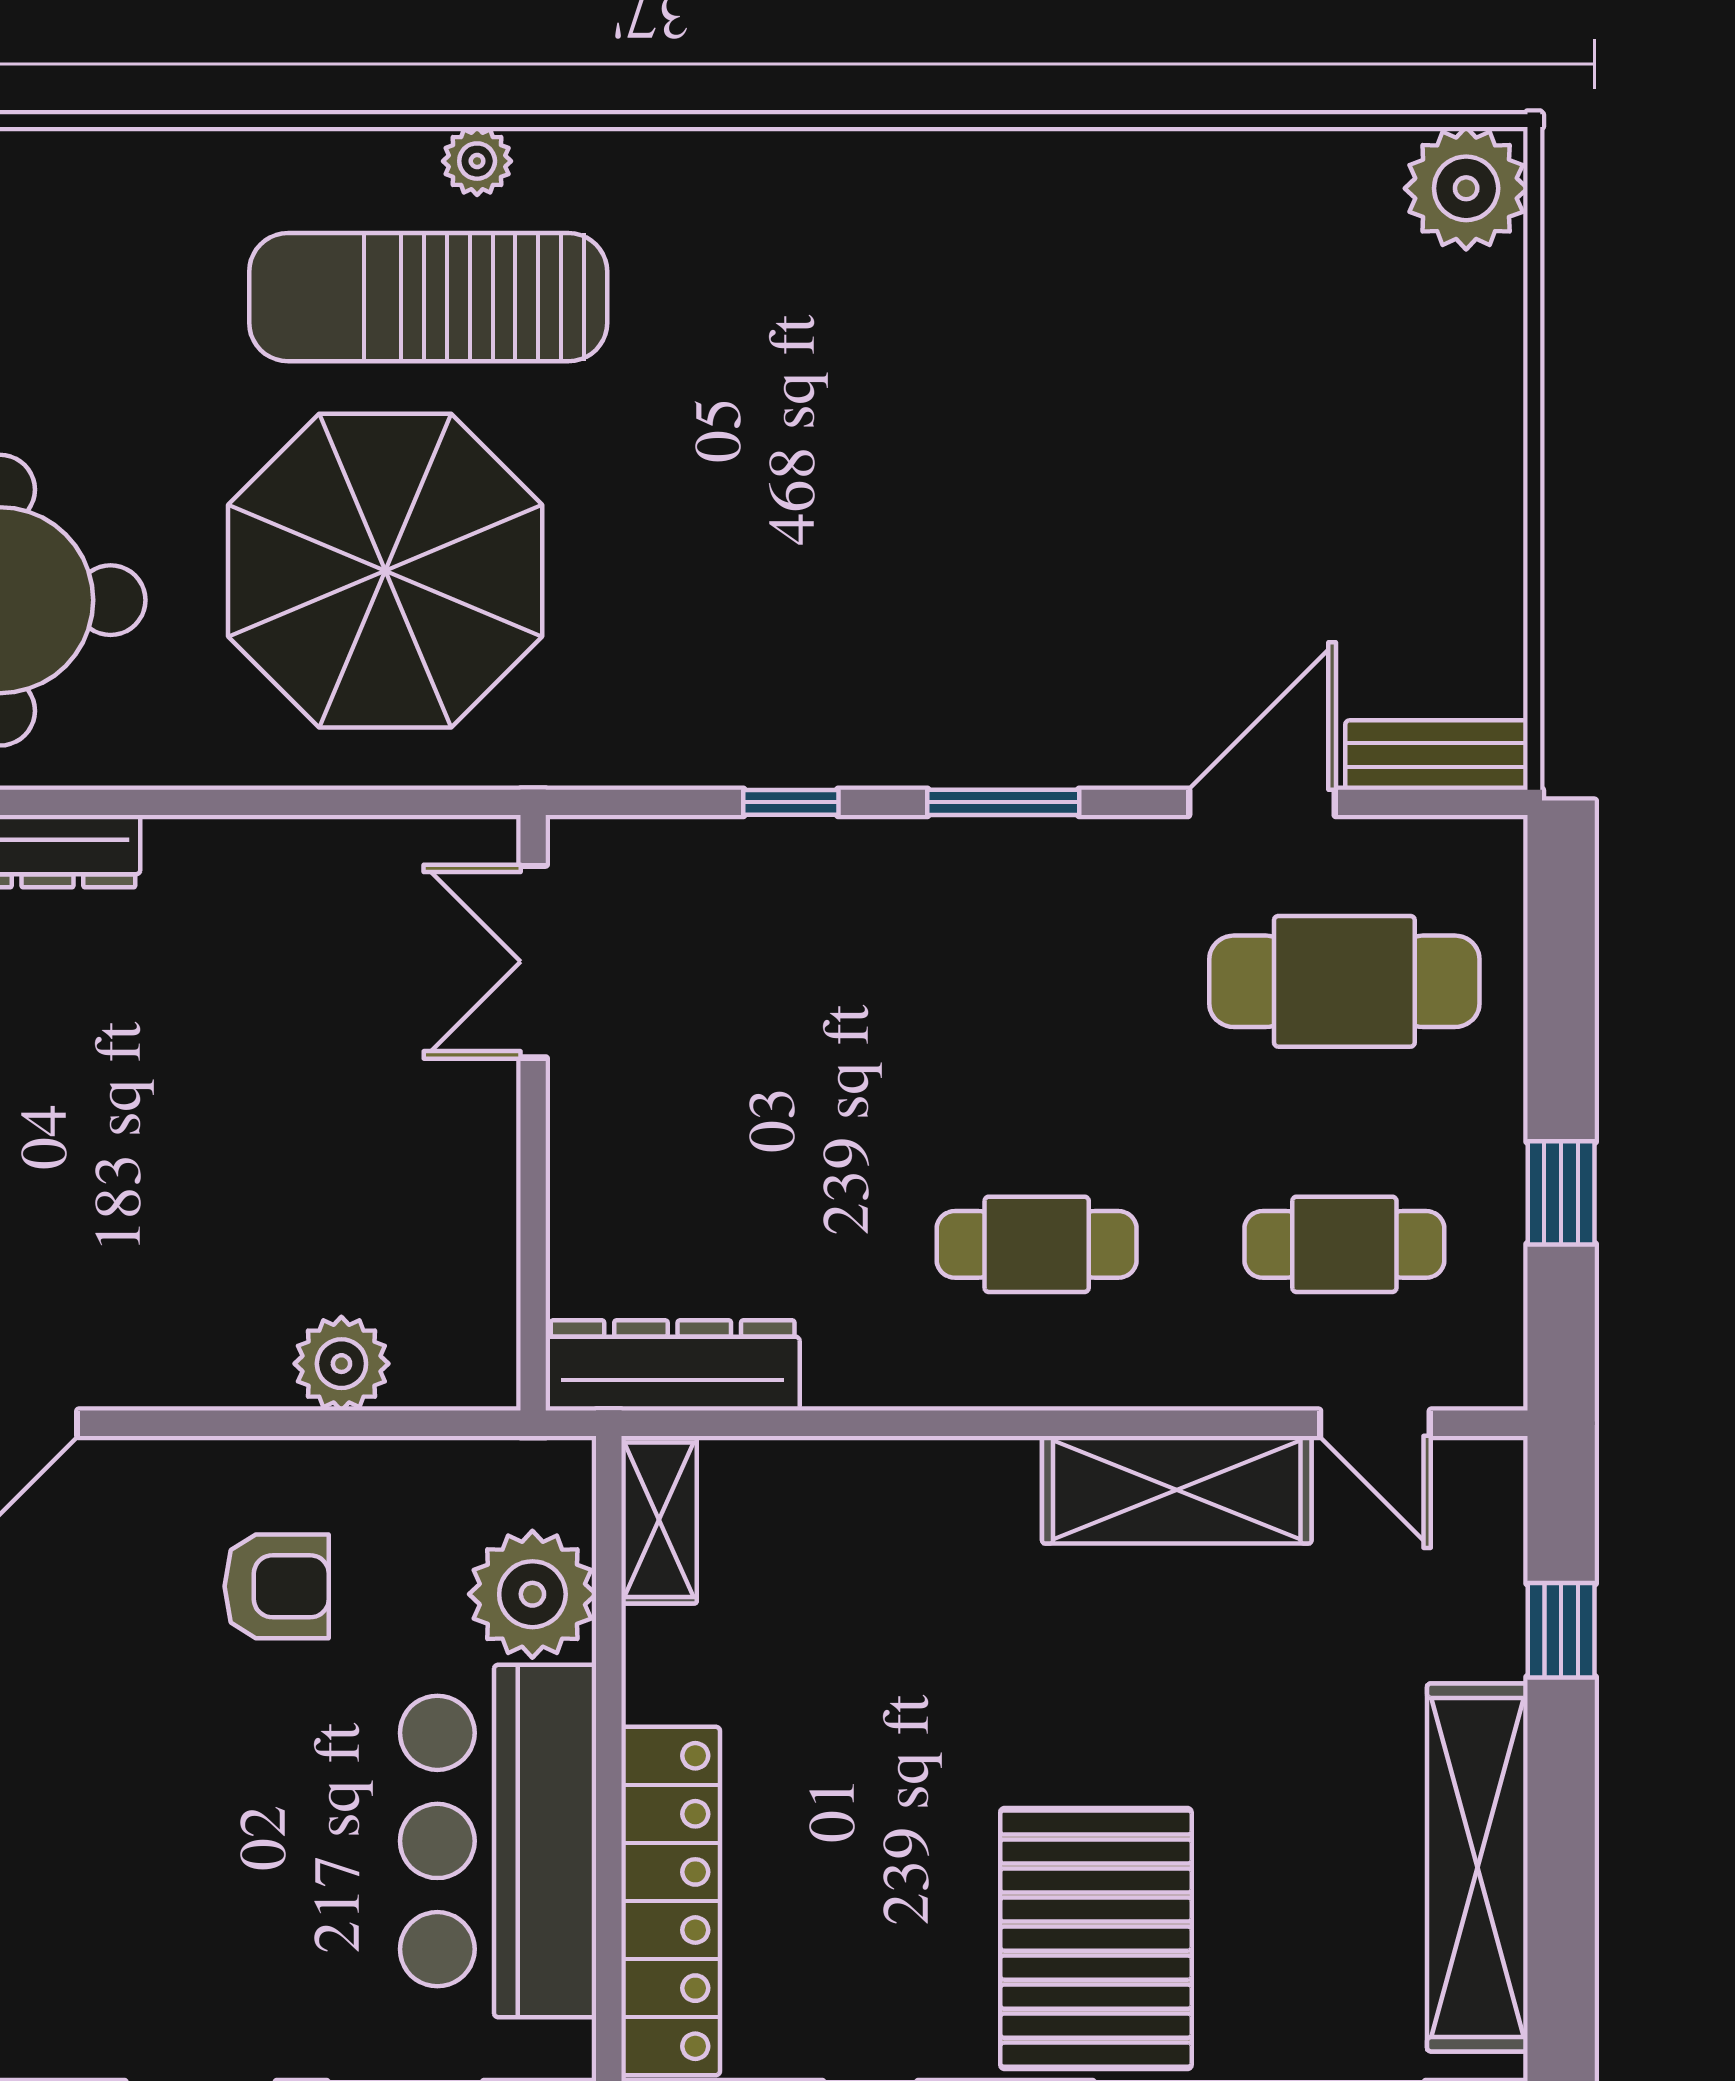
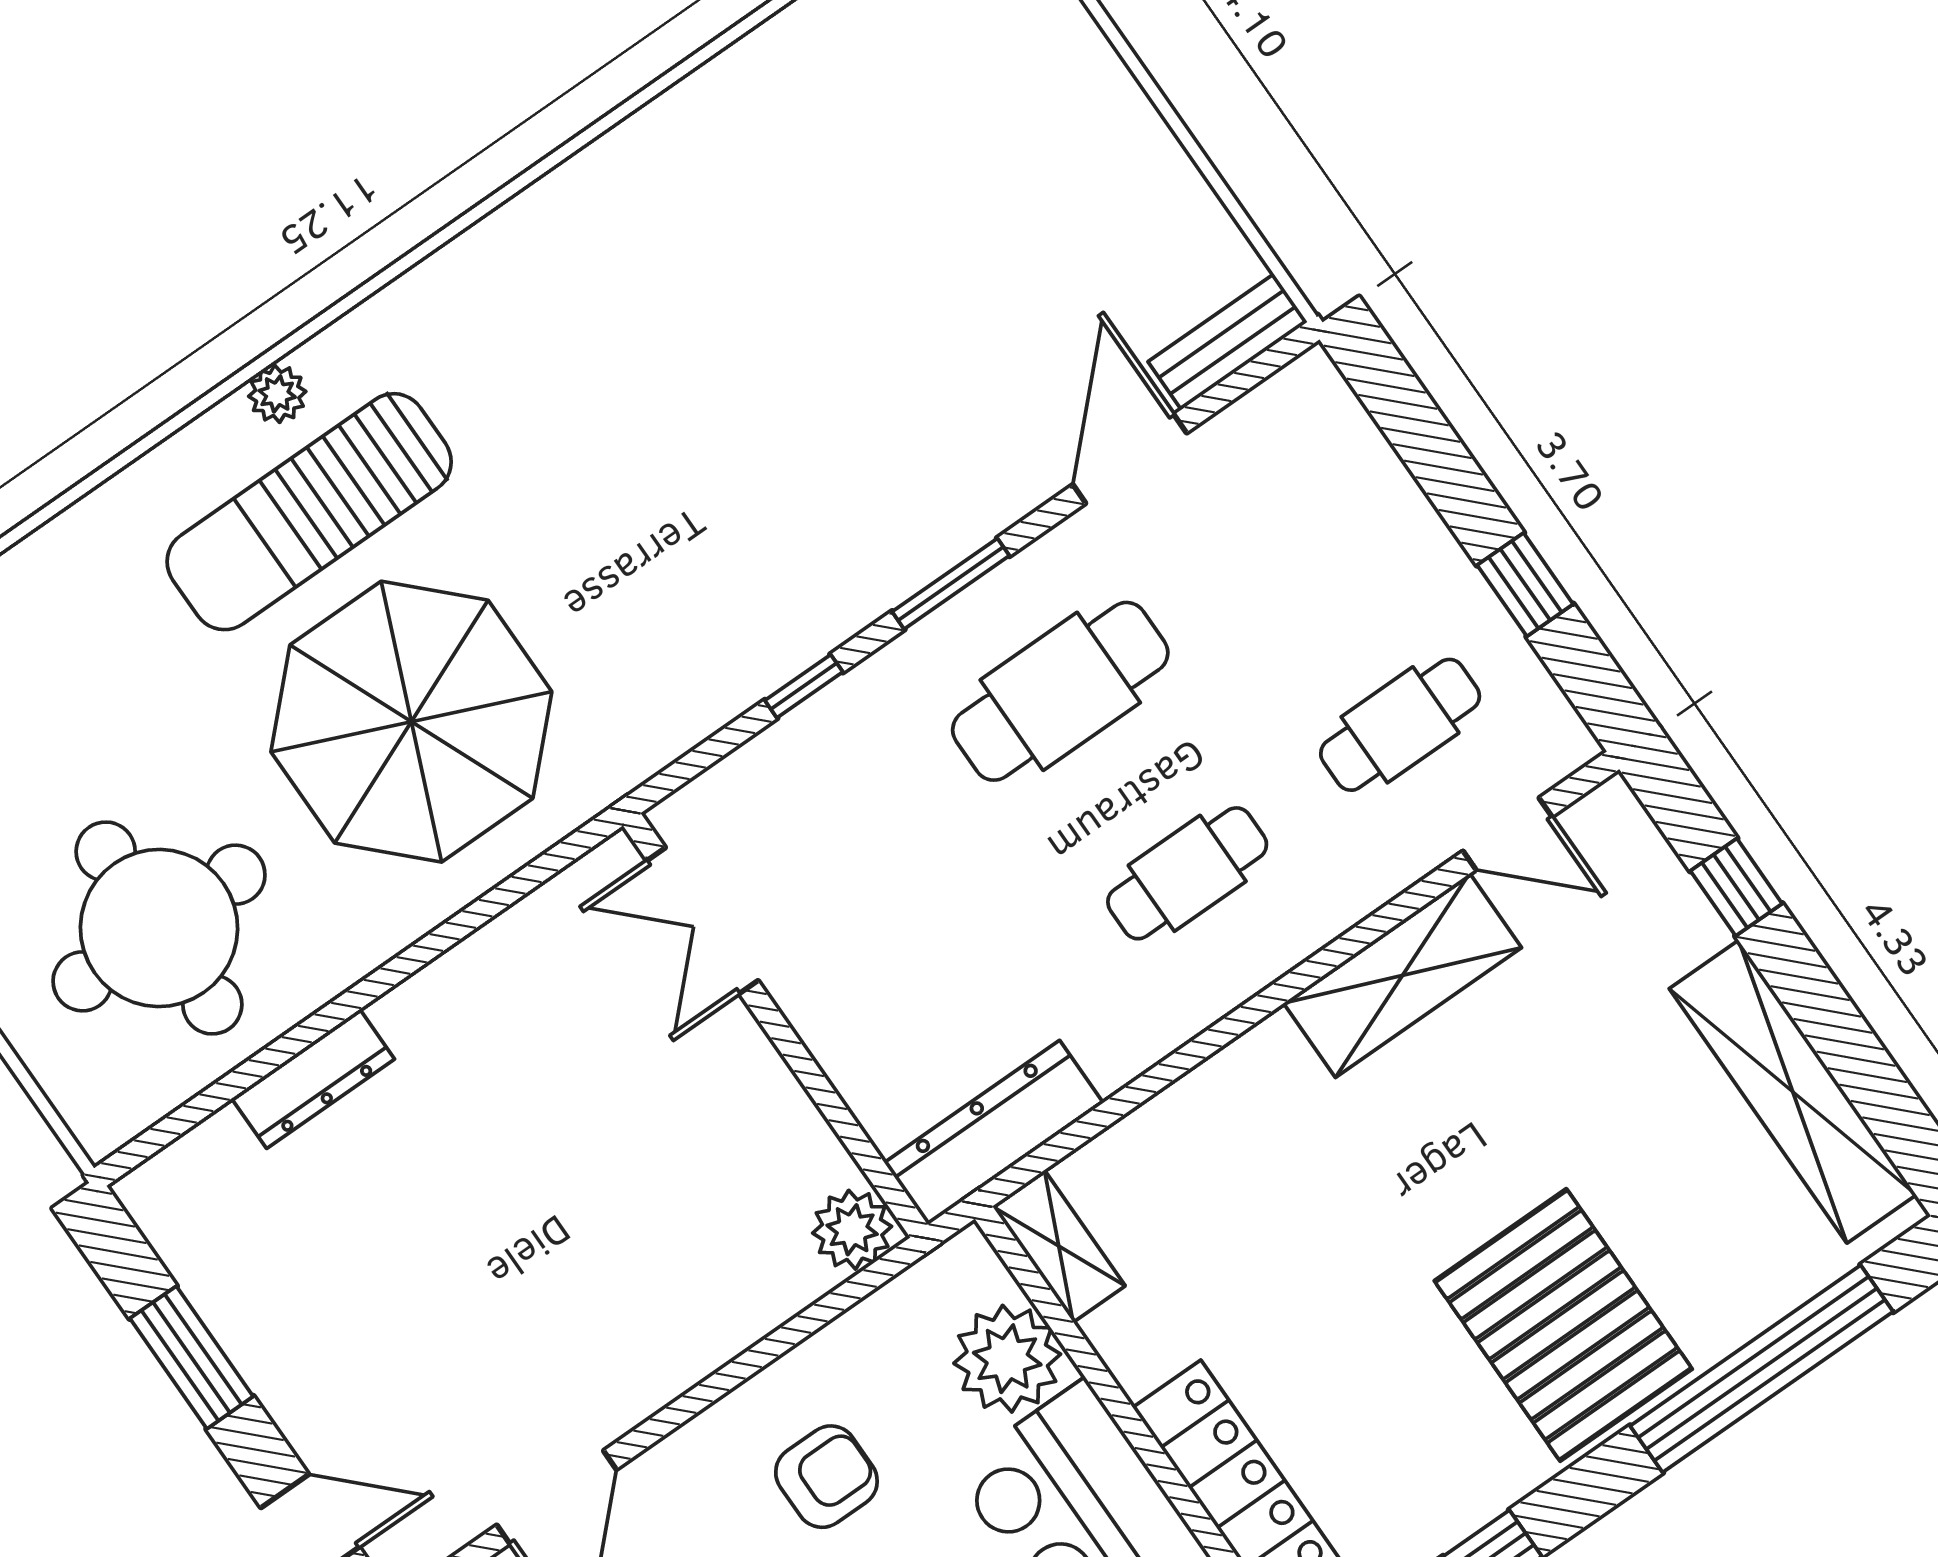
cafe table: (1344, 981) -> (1060, 691), moved
plant: (341, 1364) -> (852, 1230), moved

